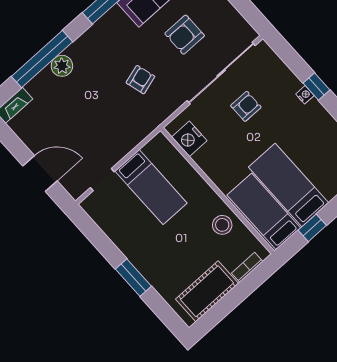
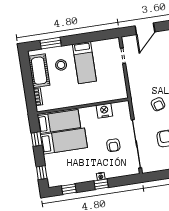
nightstand: (189, 139) -> (104, 111), moved
bed: (151, 187) -> (84, 63), moved, turned -90
stool: (222, 225) -> (61, 65), moved
window: (133, 278) -> (51, 43), moved

